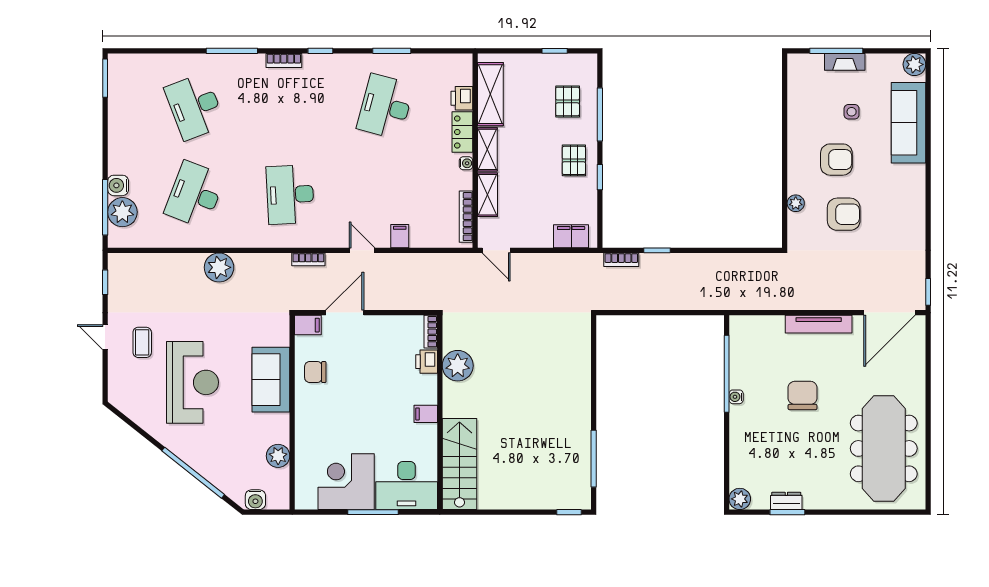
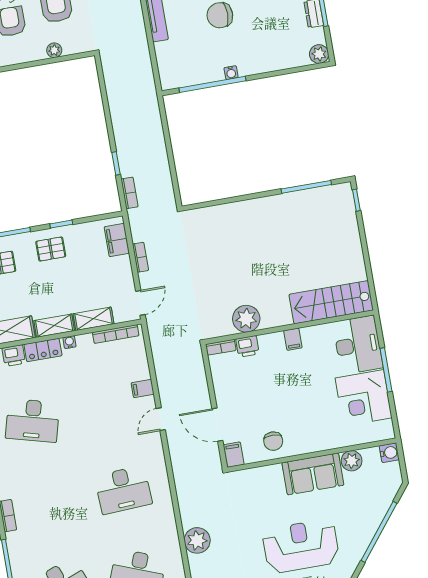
bookcase: (308, 259) -> (140, 257), moved
sofa: (271, 380) -> (313, 474), moved
water cooler: (255, 500) -> (389, 453), moved

